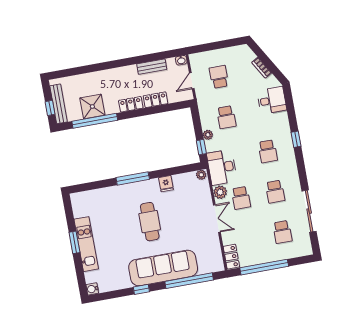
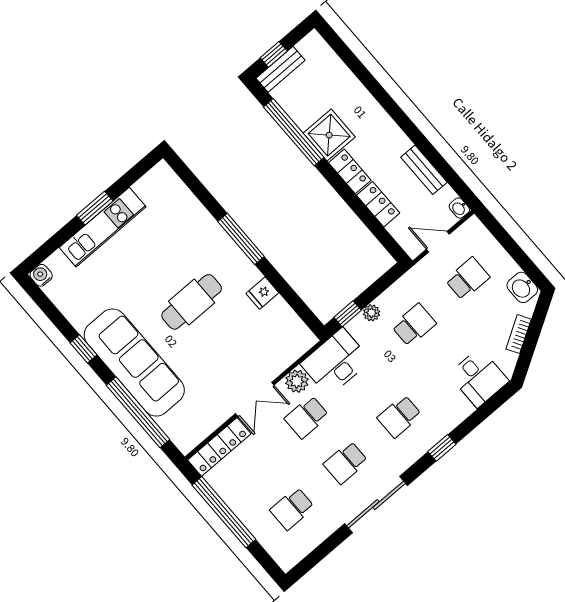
washbasin: (239, 52) -> (522, 287), added
bench: (59, 104) -> (280, 69), width x0.73
shower: (92, 106) -> (329, 135), moved
school desk: (226, 117) -> (414, 325), turned 180
plant: (201, 175) -> (306, 338), removed
sliding door: (309, 211) -> (376, 505), moved
locker: (231, 257) -> (219, 447), width x1.53

